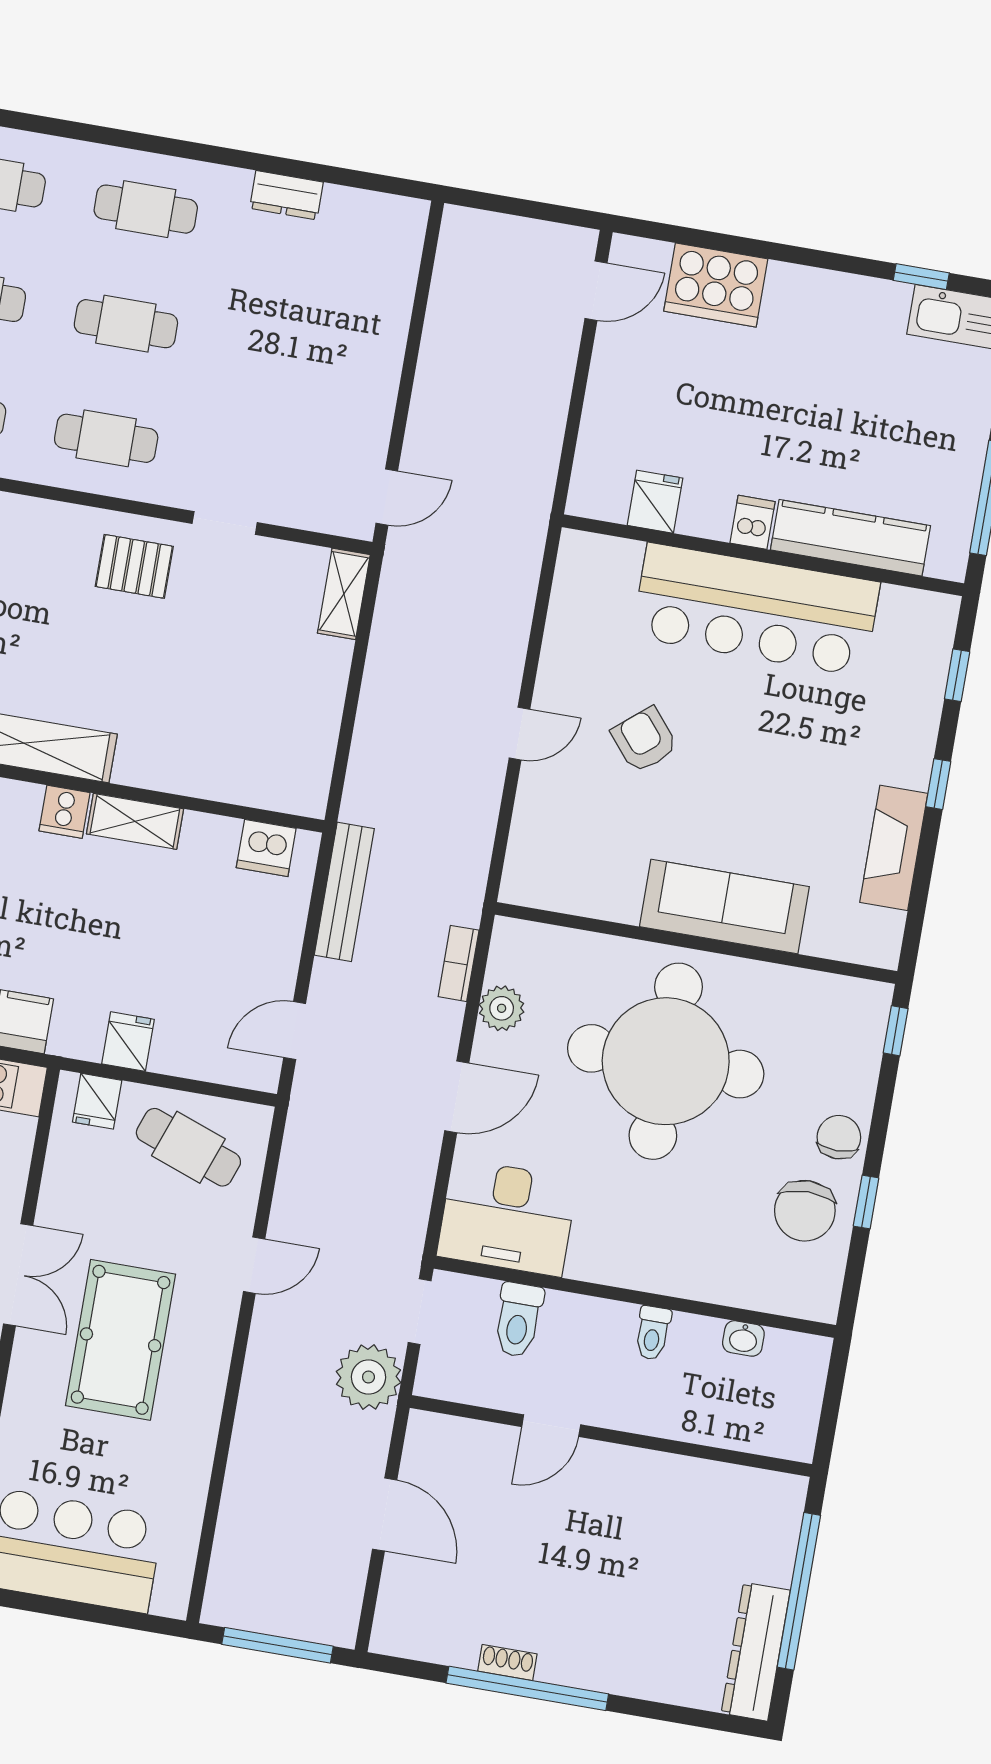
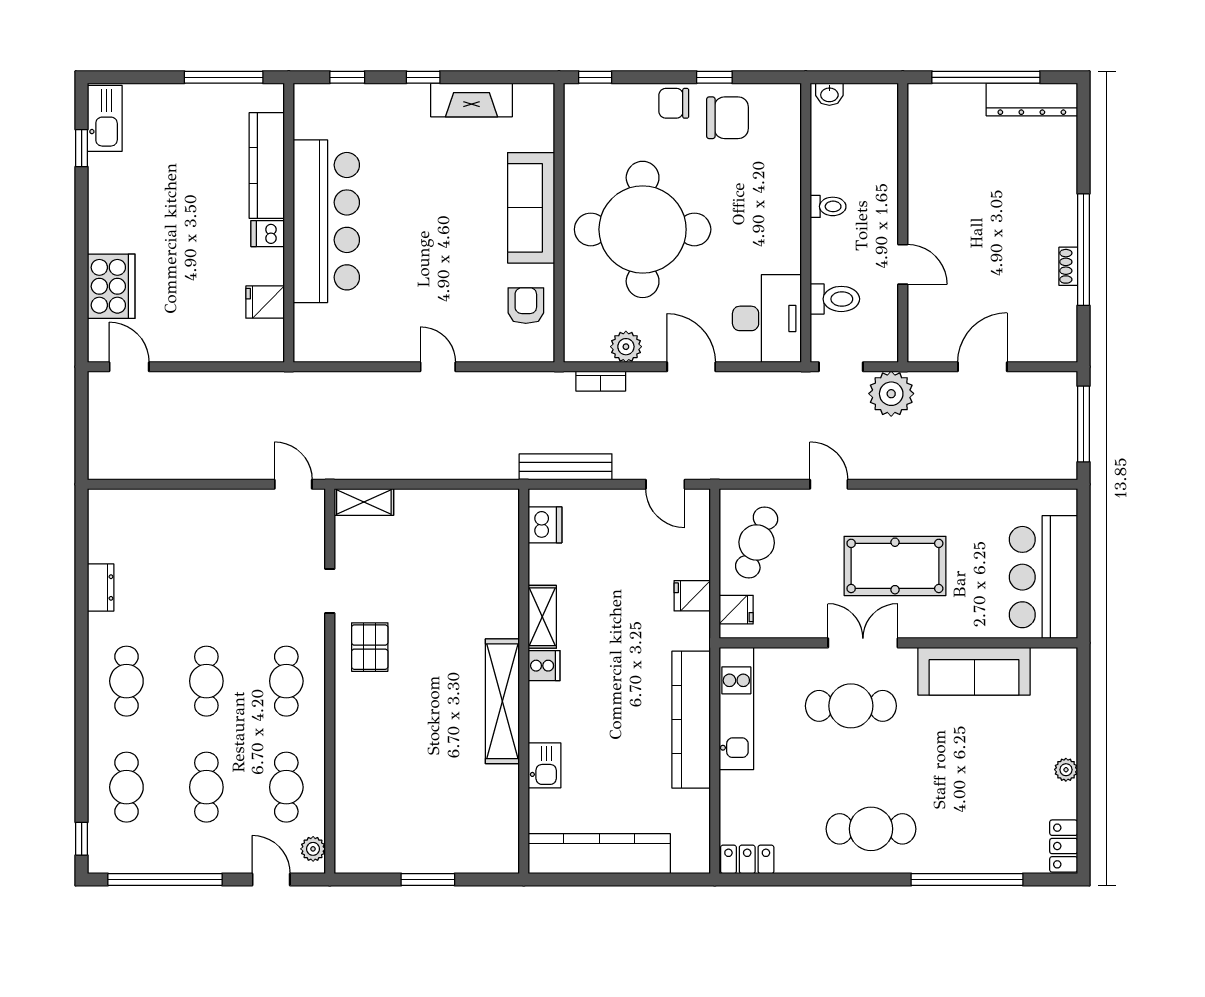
armchair: (644, 740) -> (526, 306), moved, turned 130
washbasin: (743, 1338) -> (829, 94), moved, turned 90

